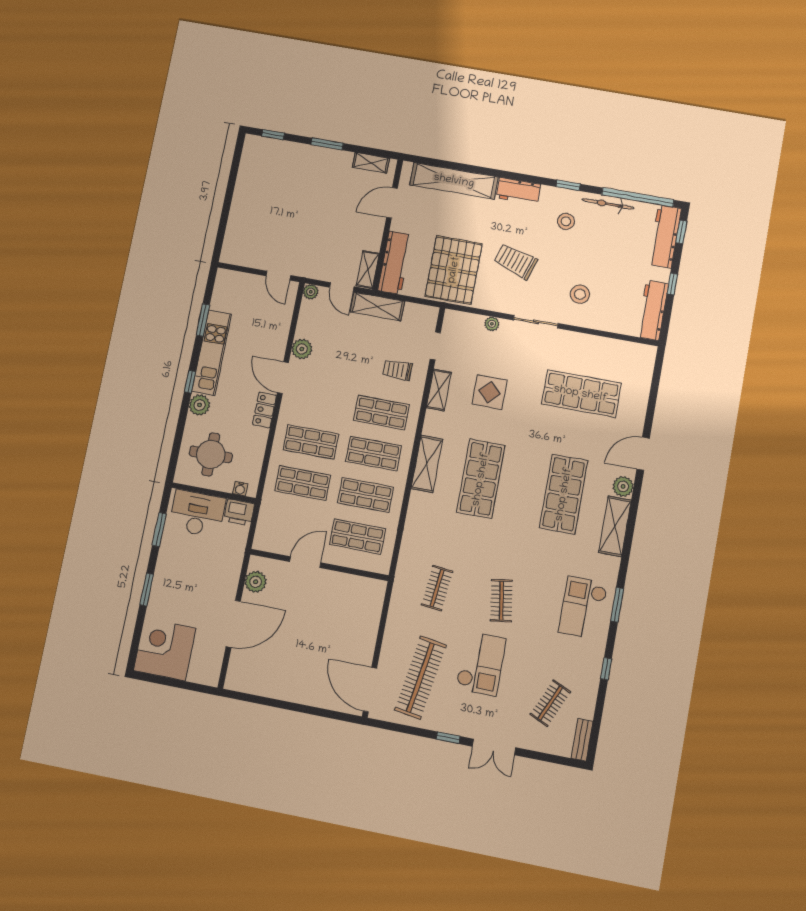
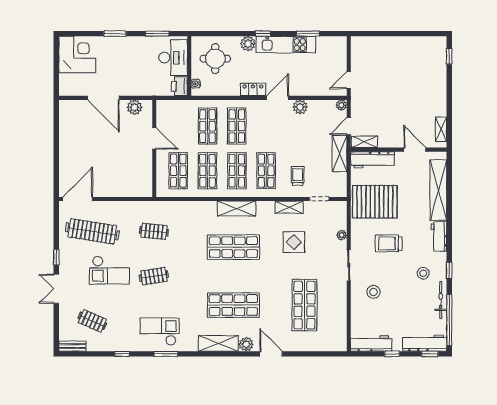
window: (327, 144) -> (449, 96), removed
trolley: (516, 261) -> (389, 243), turned -108

